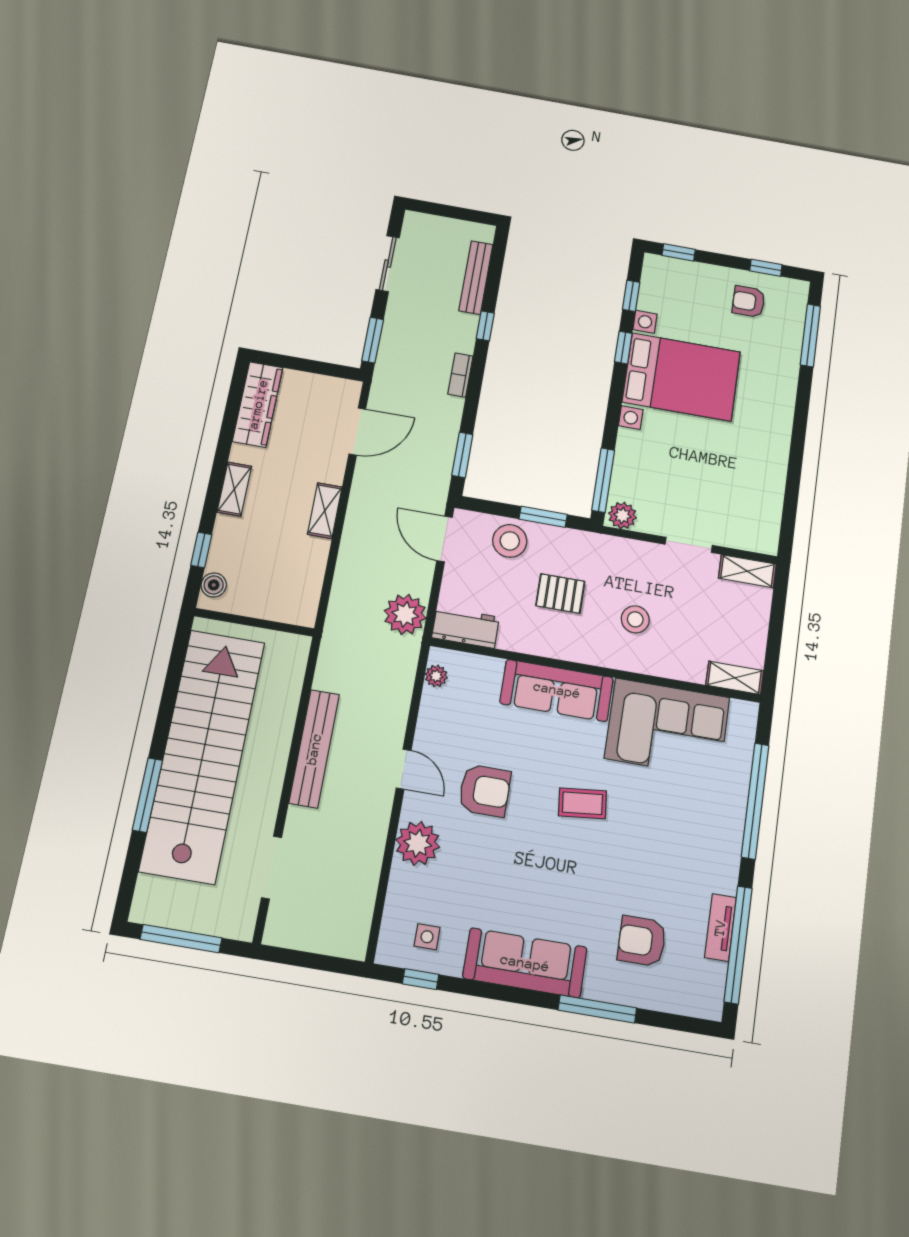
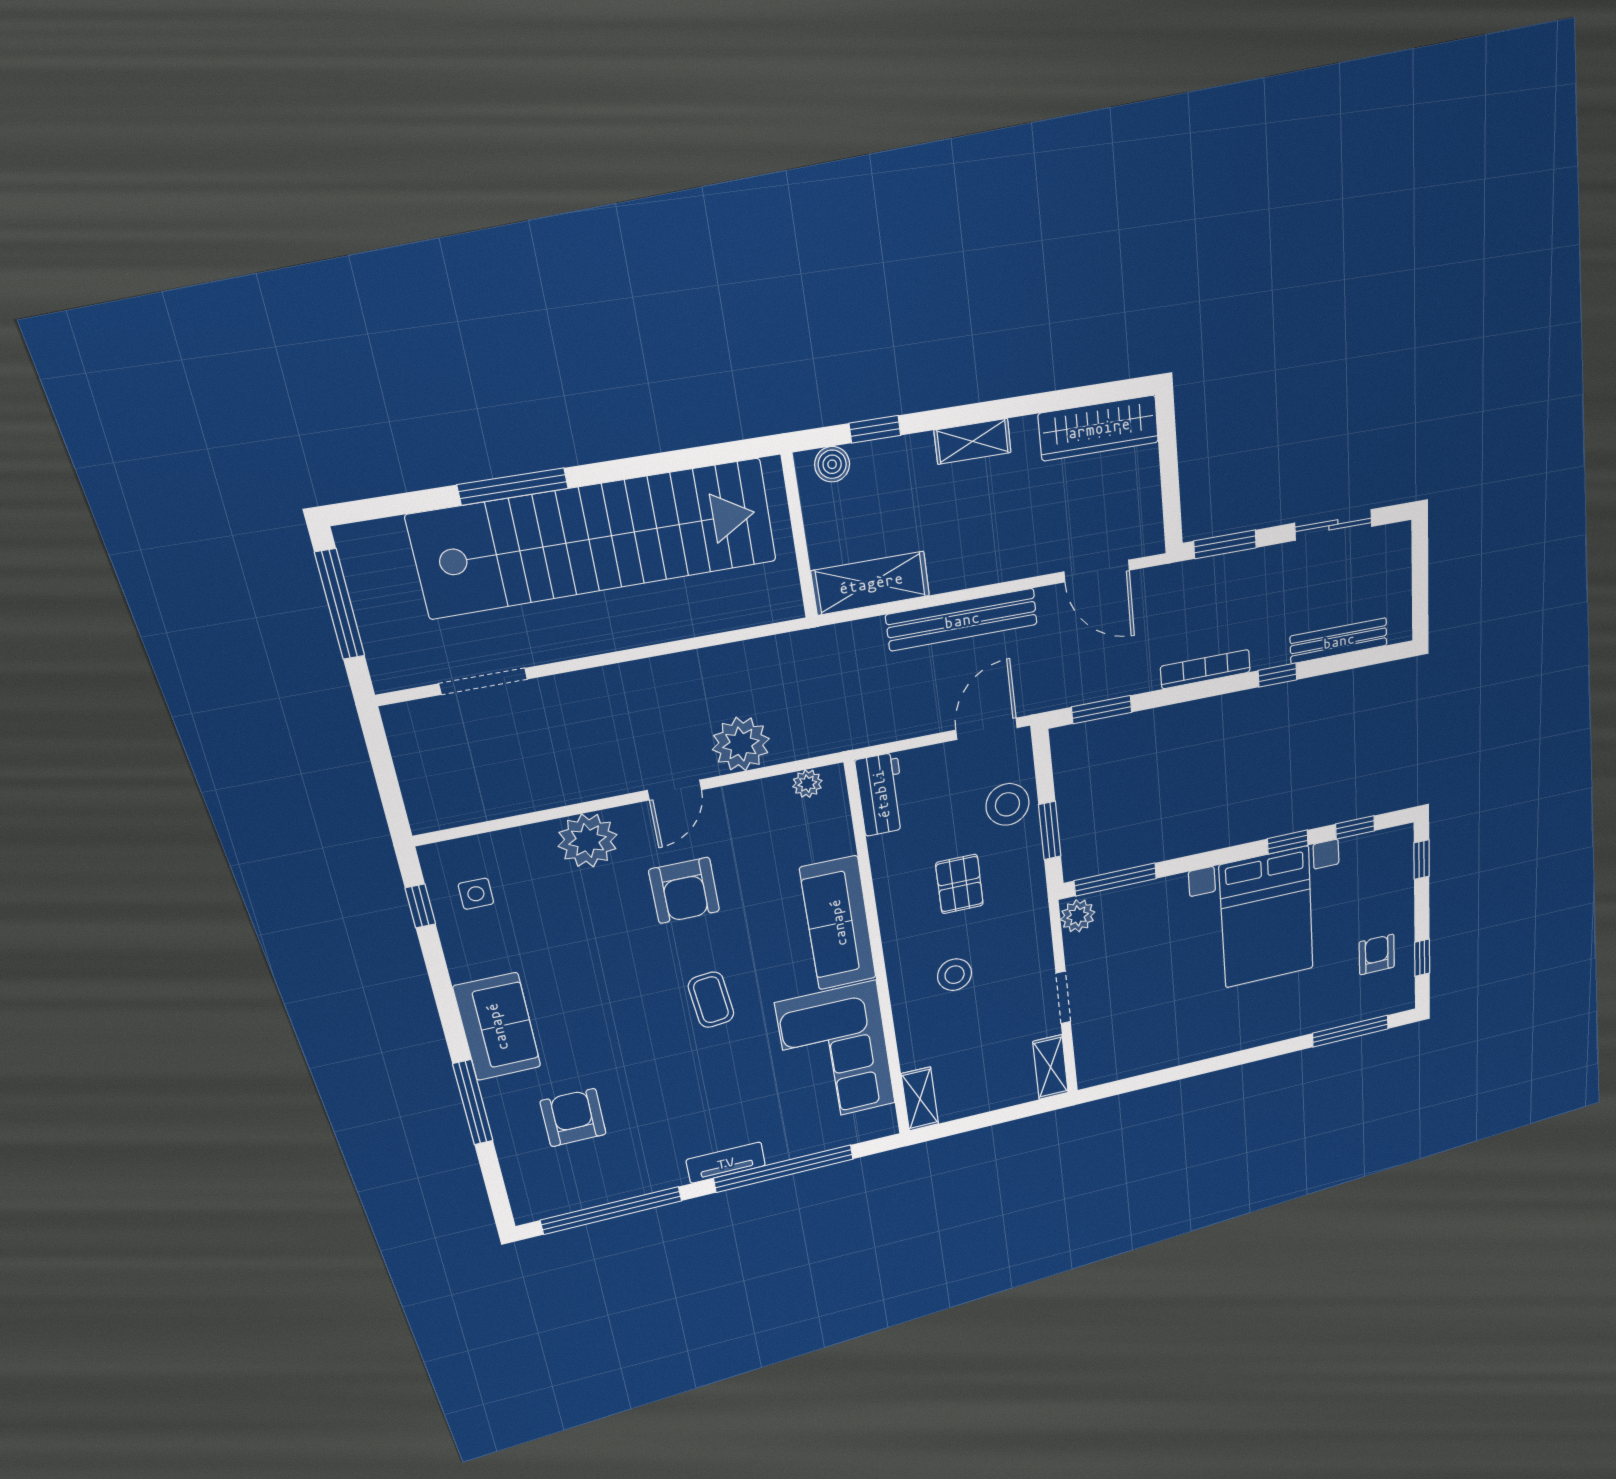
bookcase: (460, 375) -> (1205, 669), width x1.56
shelving: (325, 511) -> (871, 583), moved, width x1.50, depth x1.33
plant: (405, 614) -> (741, 744), moved
bench: (314, 749) -> (962, 620), moved
tv unit: (720, 928) -> (726, 1163), moved
sofa: (525, 963) -> (497, 1027), width x0.73

